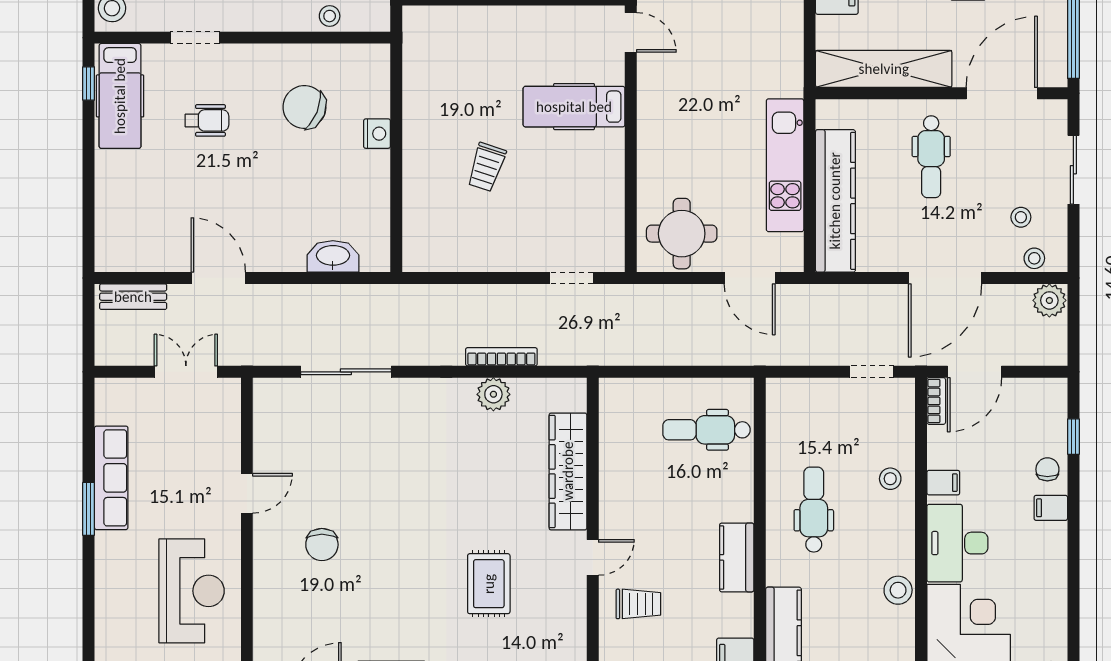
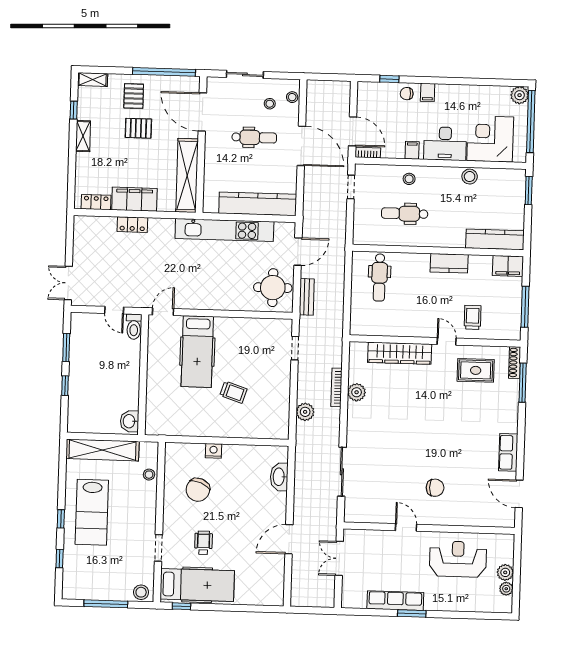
hospital bed: (120, 96) -> (197, 585), width x1.37, depth x1.29
hospital bed: (574, 107) -> (197, 352), width x1.37, depth x1.29
dental chair: (931, 157) -> (254, 137), moved
kitchen unit: (785, 165) -> (224, 230), width x1.36
bench: (133, 297) -> (307, 297), moved
plant: (1049, 300) -> (305, 412), moved
dental chair: (814, 510) -> (405, 214), moved
rug: (489, 584) -> (476, 370), moved

